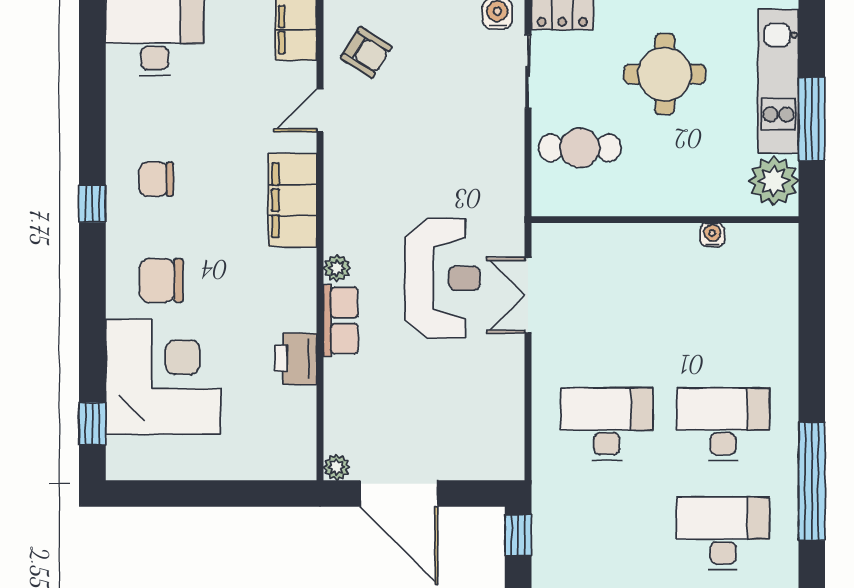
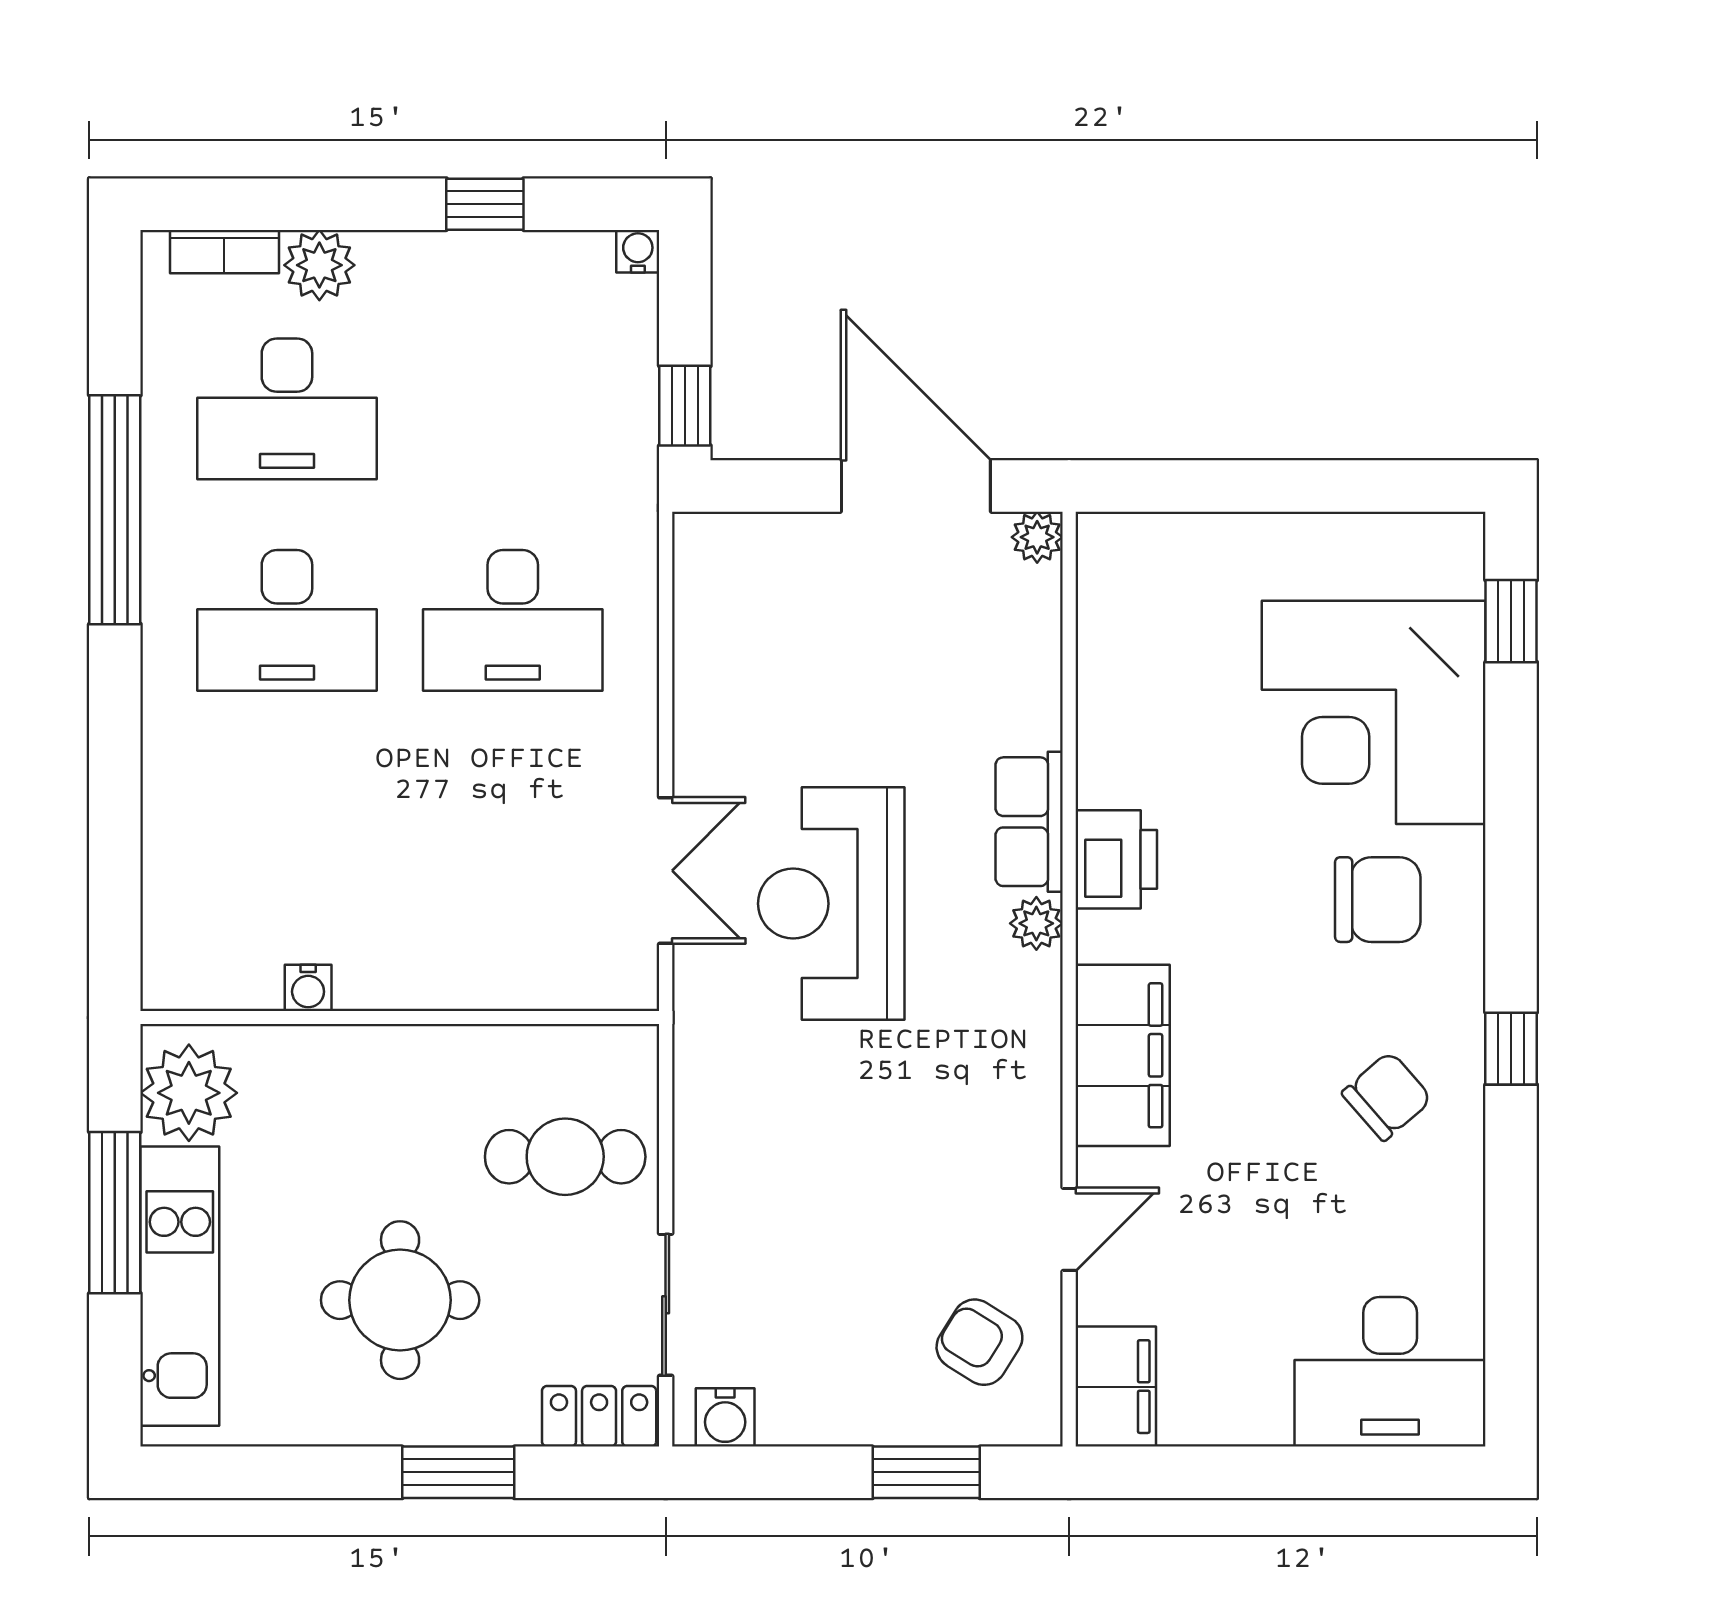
chair: (156, 179) -> (1387, 1096), turned -41
printer: (296, 358) -> (1116, 859), moved

